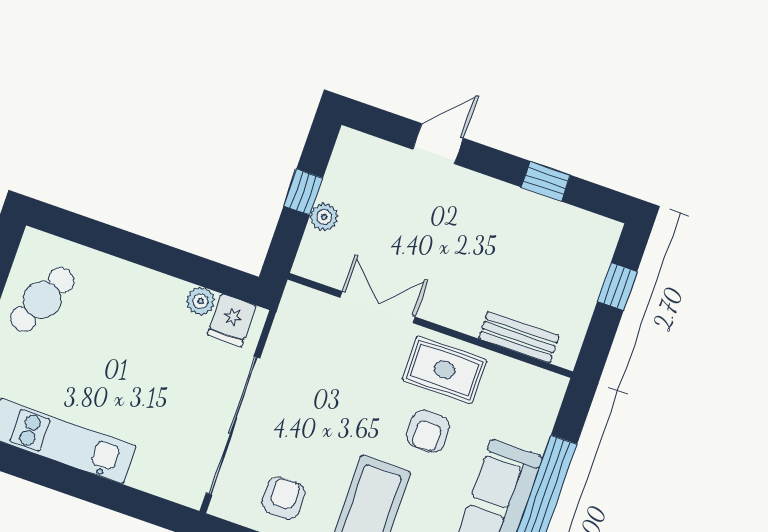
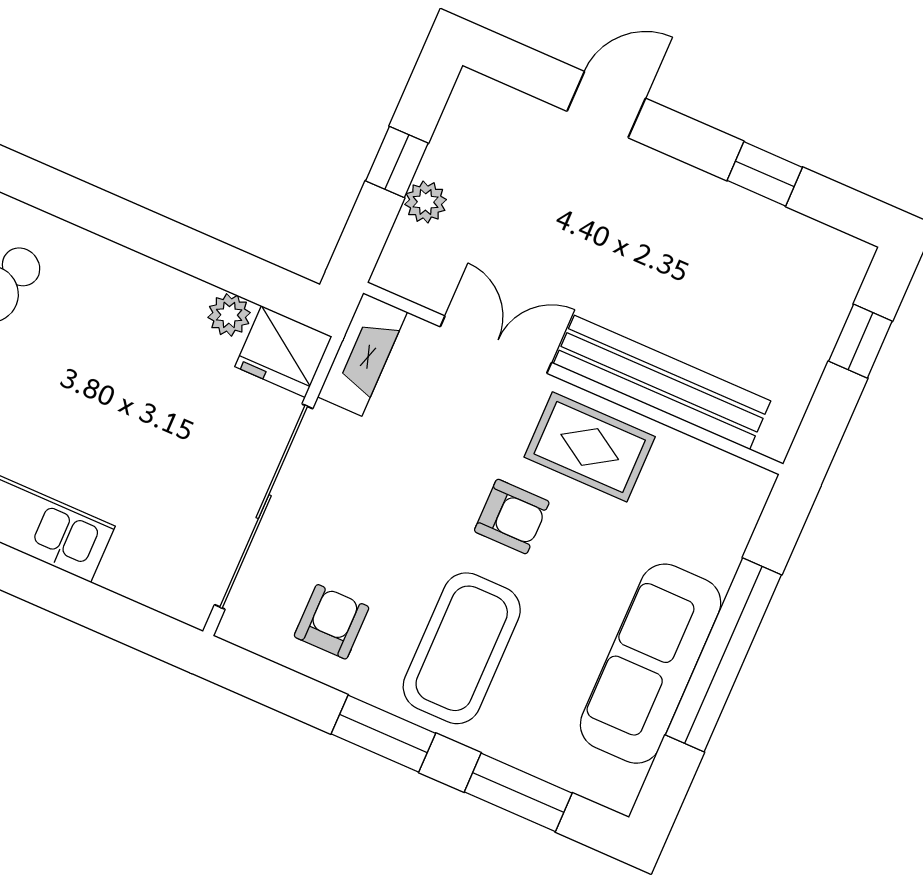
fridge: (231, 320) -> (283, 352), width x1.38
fireplace: (290, 320) -> (362, 354), added
bench: (519, 337) -> (662, 382), width x1.86, depth x1.21
armchair: (428, 431) -> (512, 516), moved, turned -90

